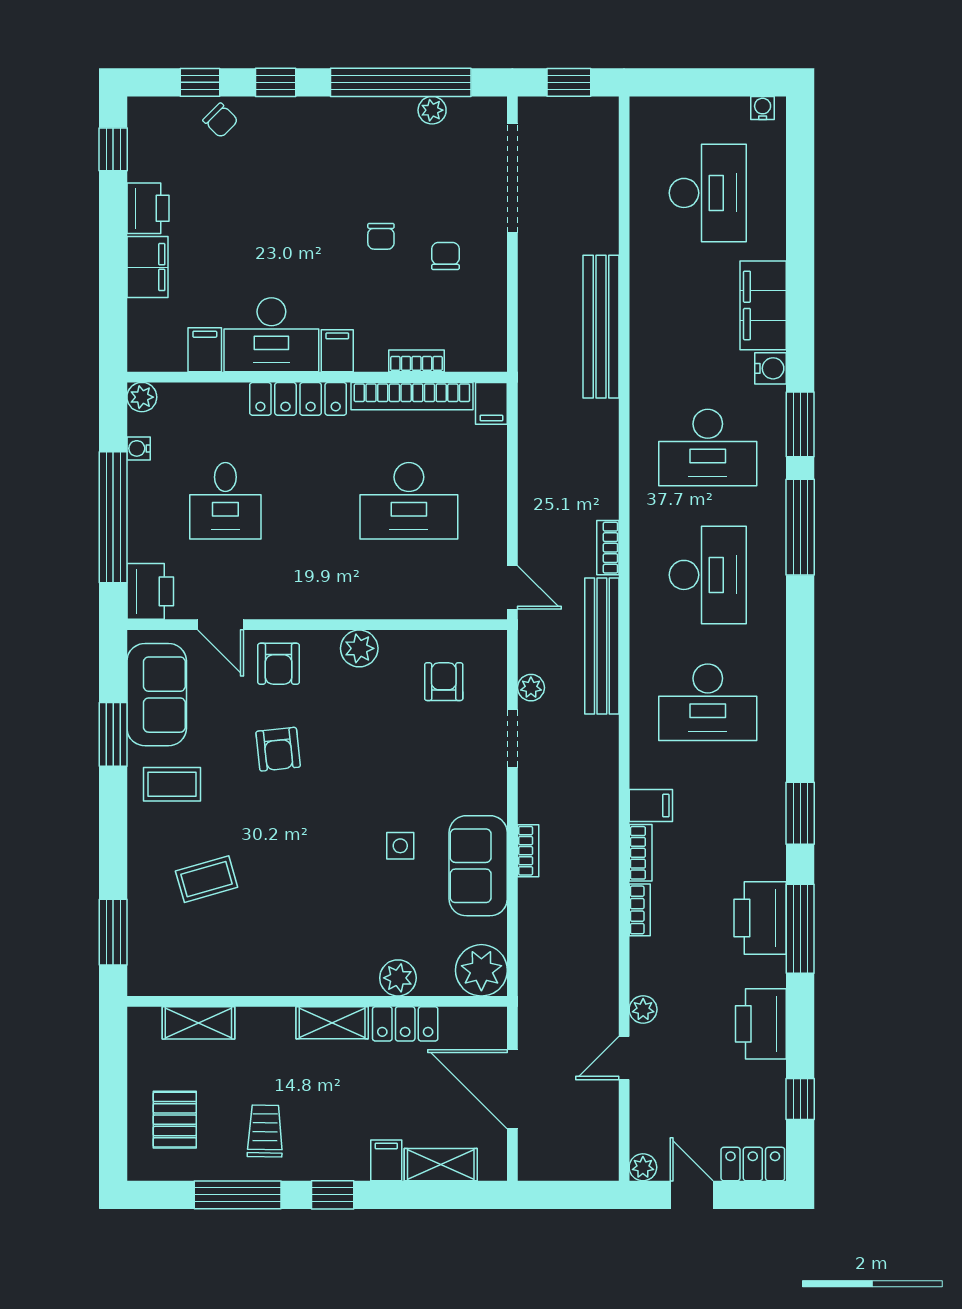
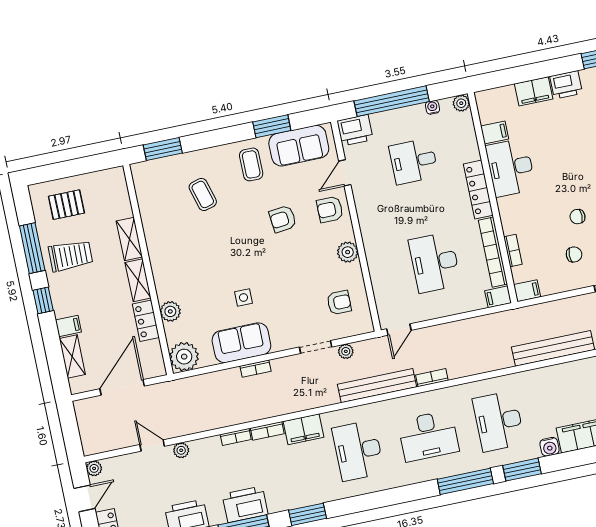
filing cabinet: (337, 351) -> (527, 291), moved
filing cabinet: (651, 806) -> (303, 429), width x2.00
shelving: (198, 1023) -> (129, 239), moved
trolley: (265, 1131) -> (71, 256), width x1.36, depth x1.39

